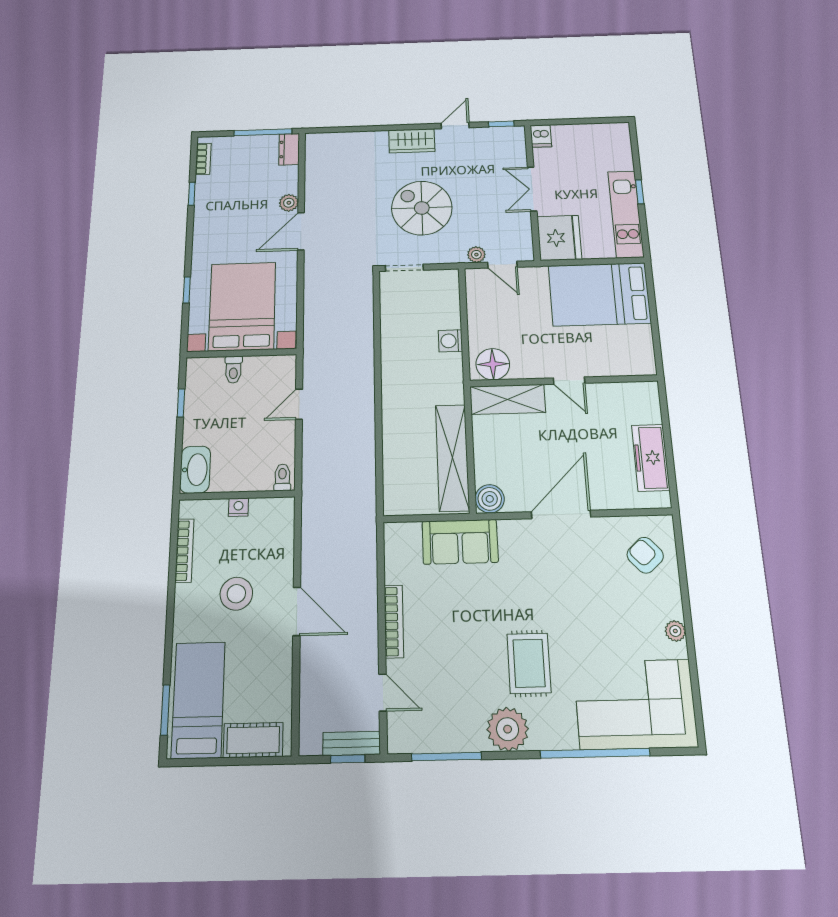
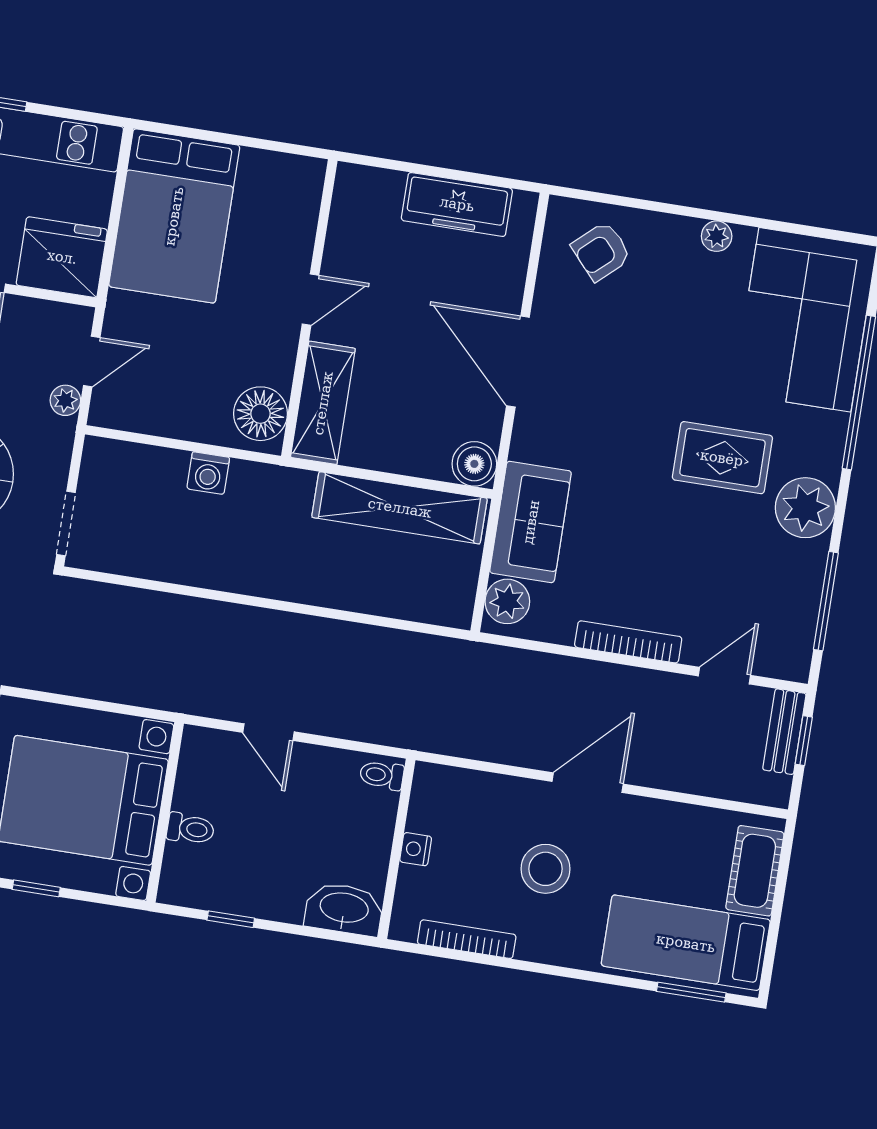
plant: (406, 536) -> (507, 601), added

